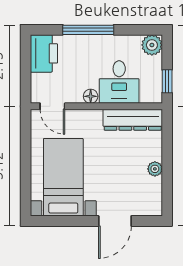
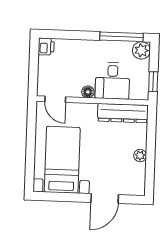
window: (88, 30) -> (122, 37), moved
printer: (44, 53) -> (46, 47), width x0.53, depth x0.68

